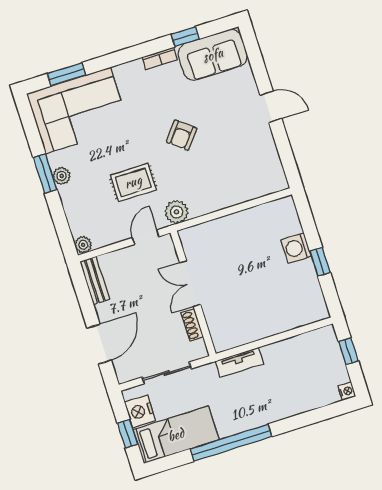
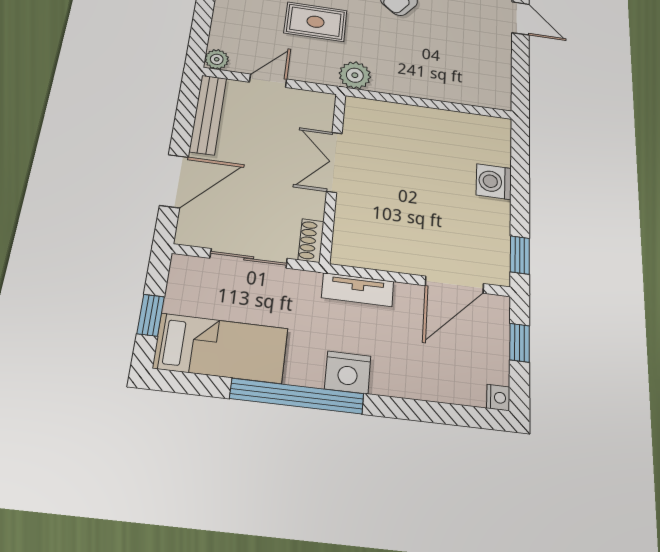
door: (146, 237) -> (268, 81), moved
window: (320, 262) -> (520, 255), moved
bench: (95, 280) -> (208, 115), width x1.36
shoe rack: (192, 325) -> (311, 241), moved
door: (296, 332) -> (454, 285), added
nightstand: (140, 411) -> (348, 372), moved, turned -90

